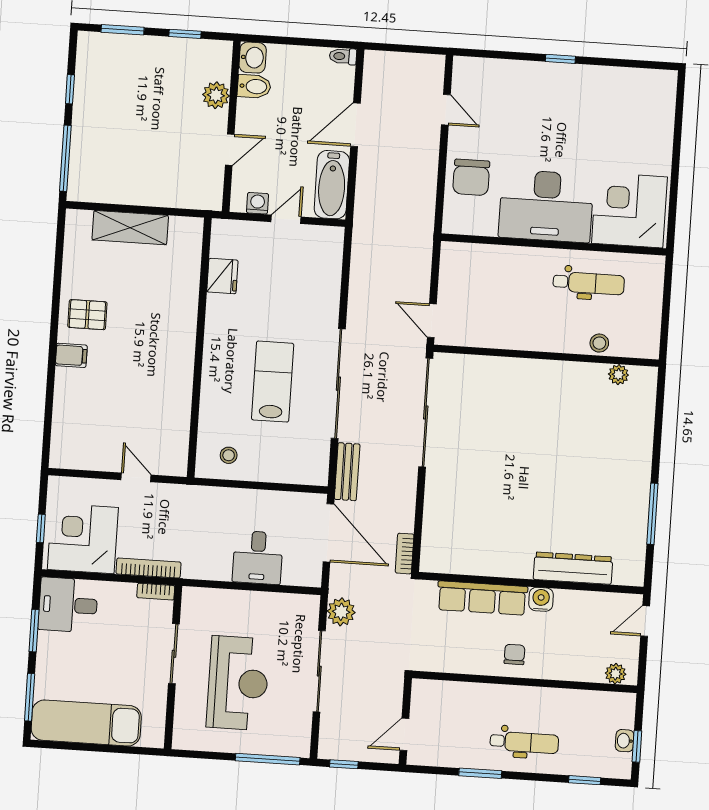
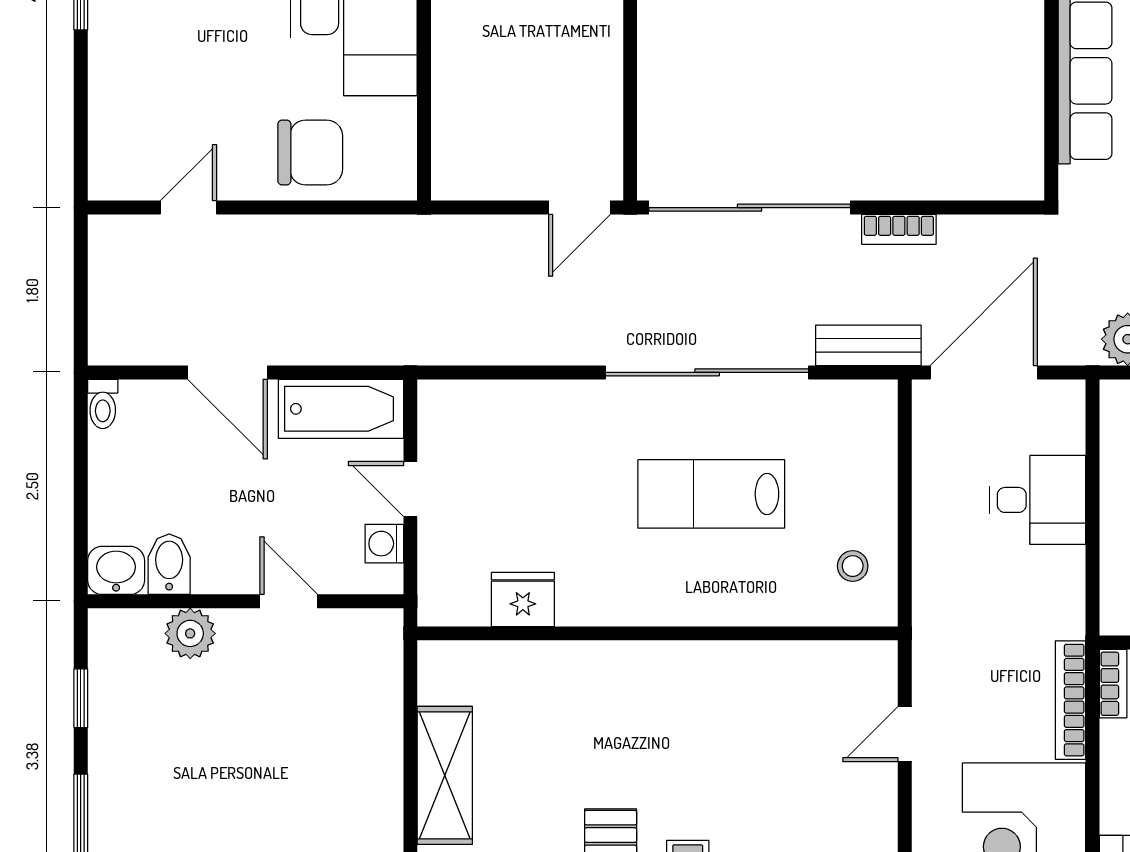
bookcase: (405, 554) -> (899, 229), moved

